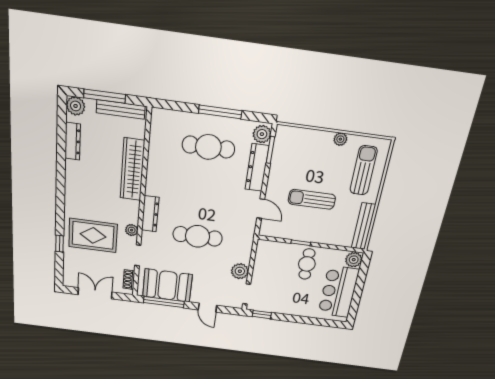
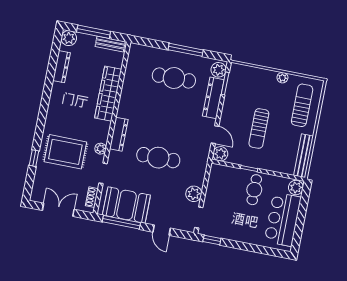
bench: (121, 109) -> (110, 44), width x0.73
sun lounger: (312, 199) -> (259, 128), turned -90
plant: (268, 229) -> (220, 154), added

